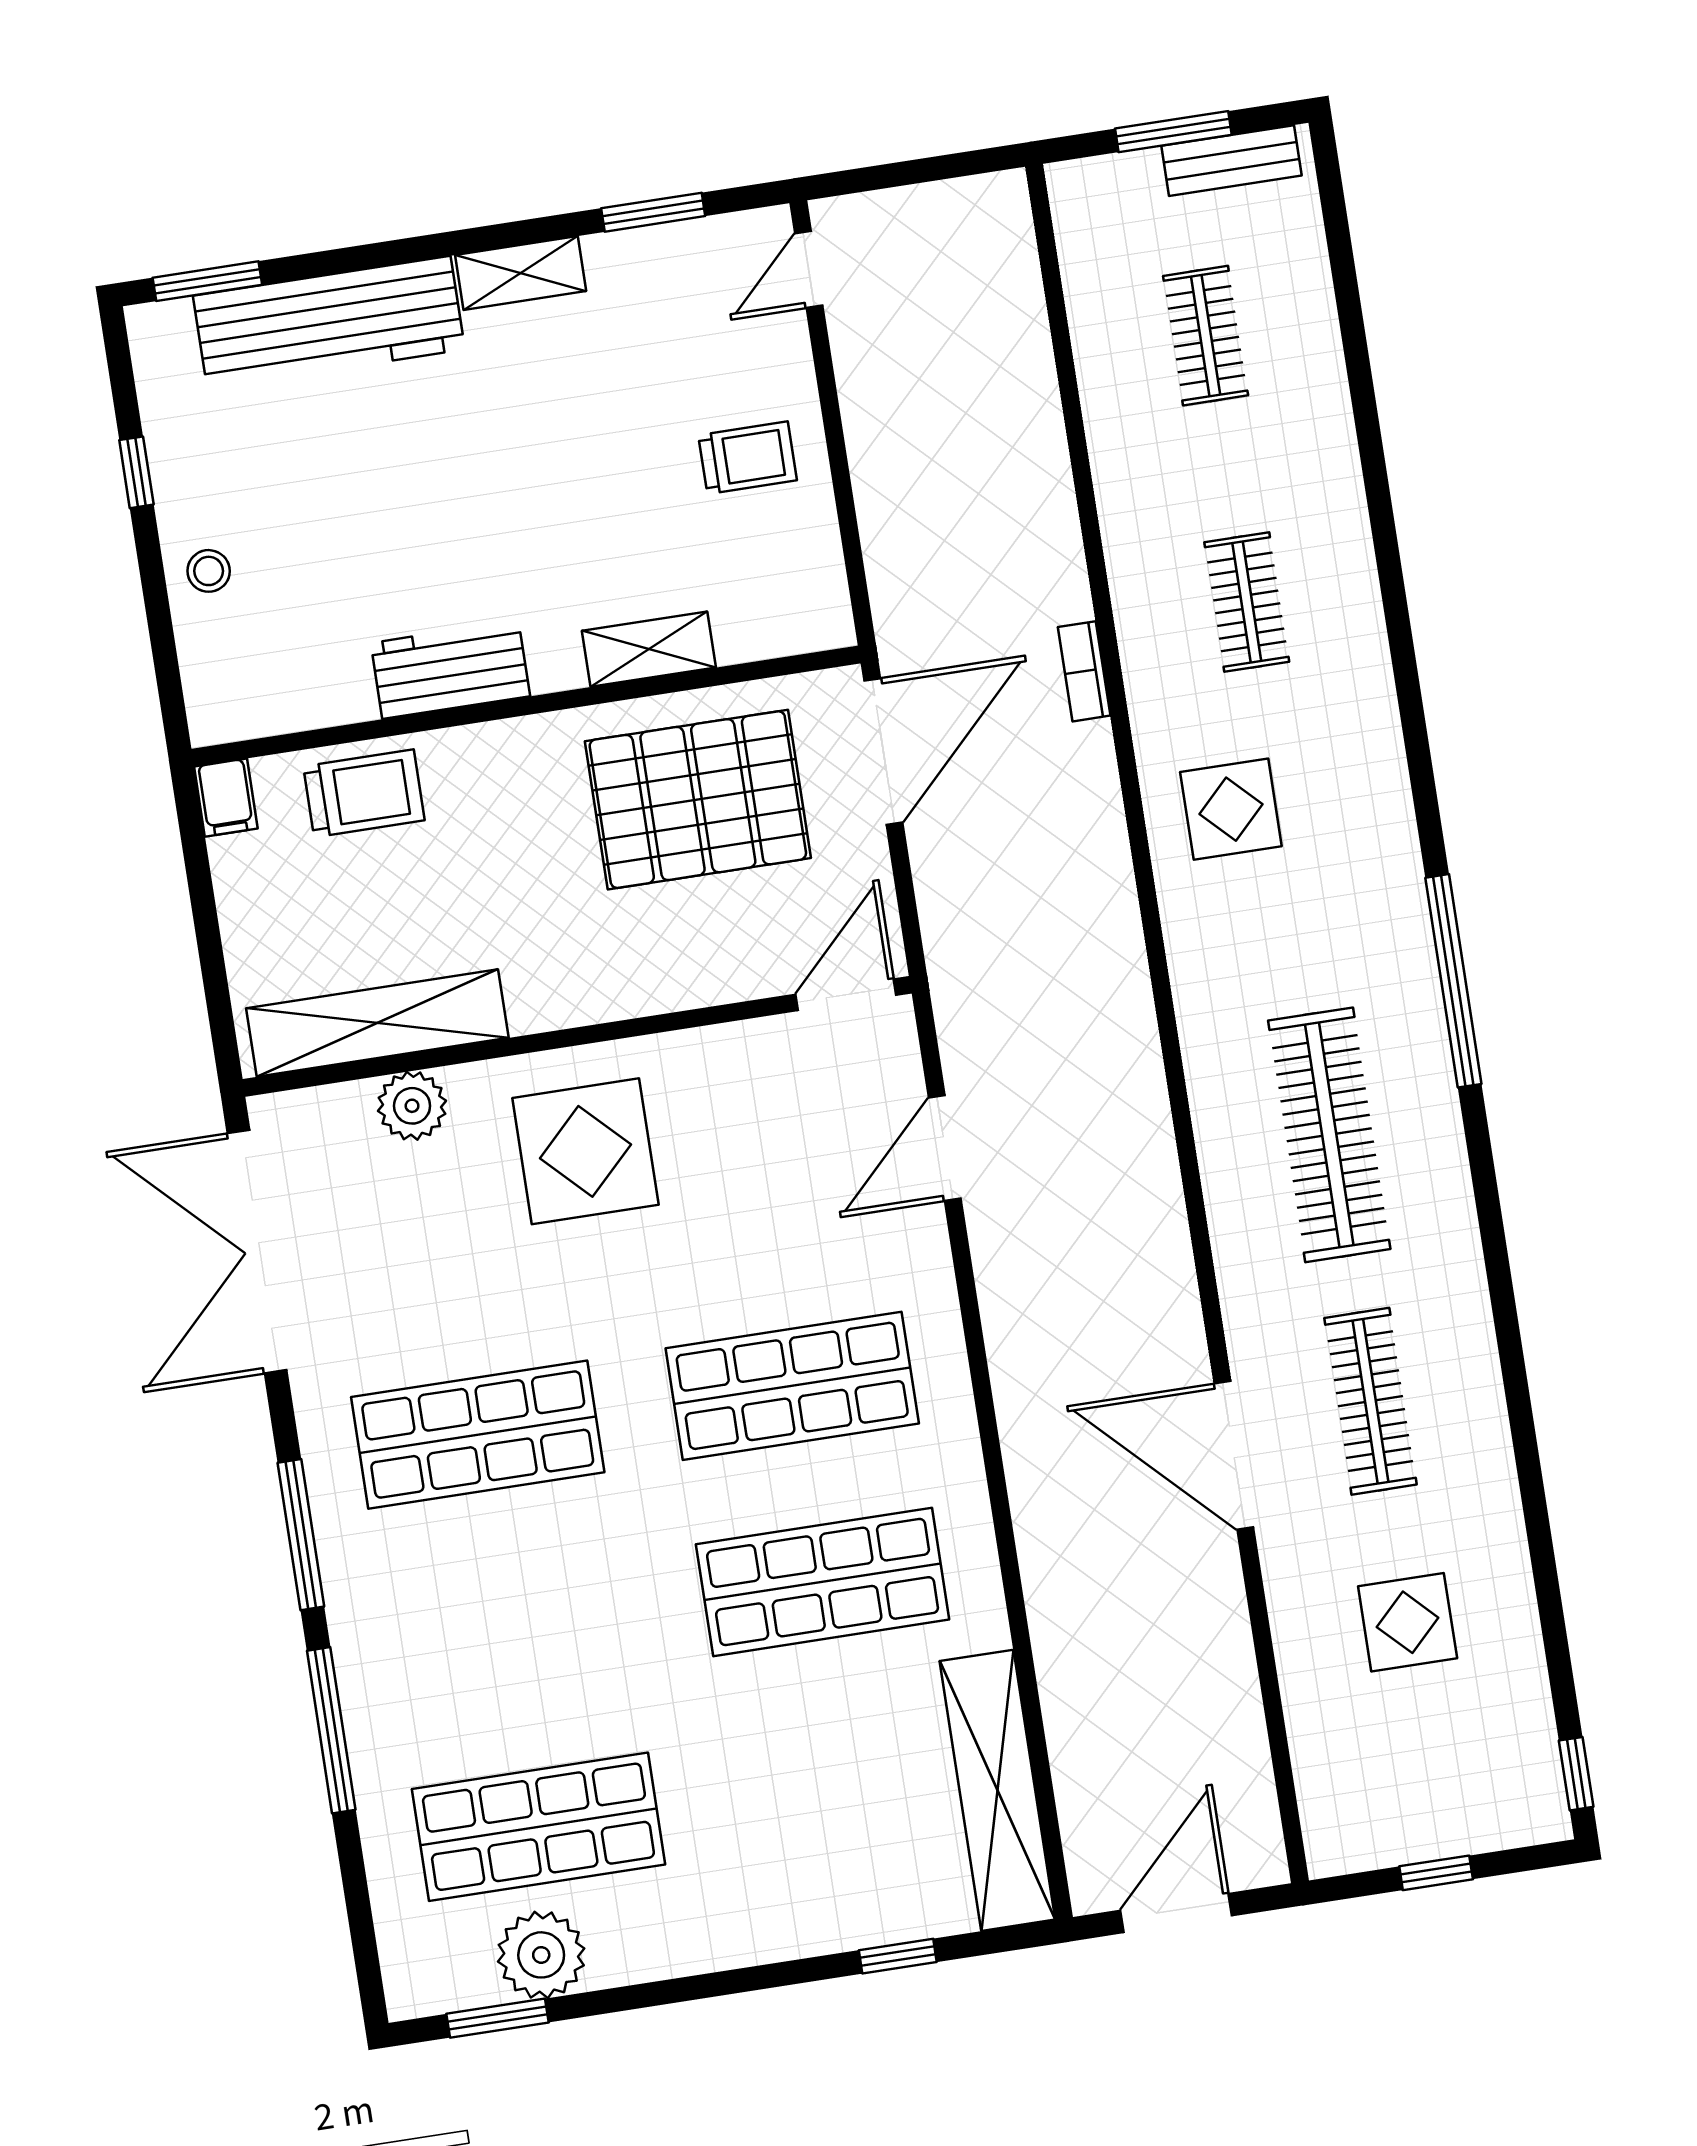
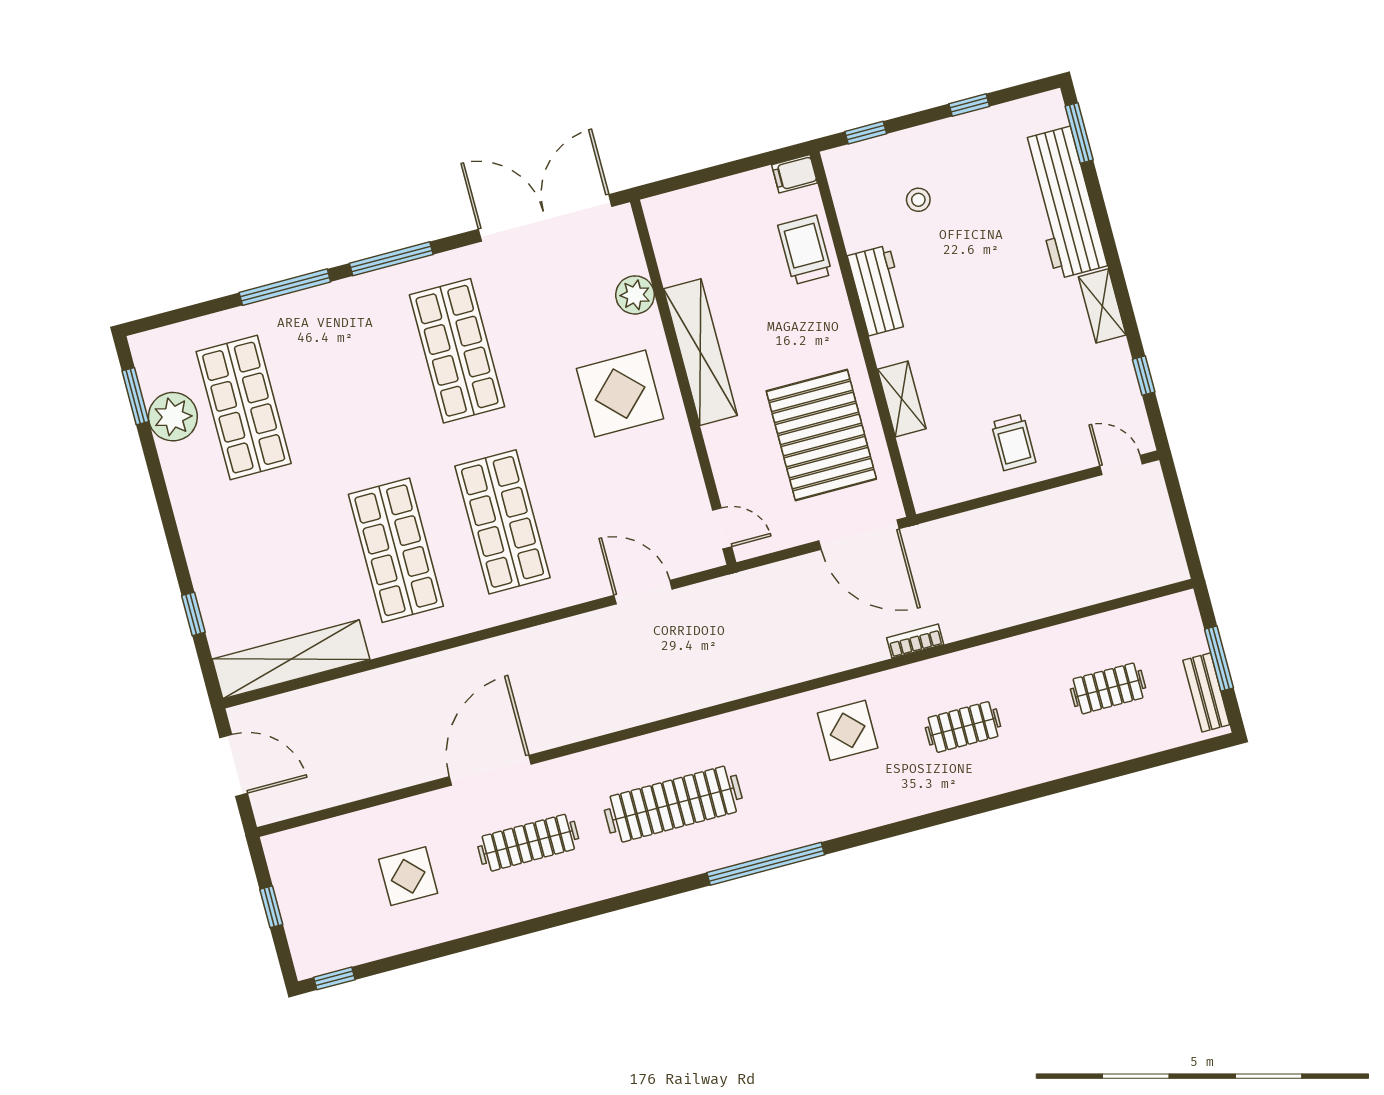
window: (653, 212) -> (1144, 376), width x0.67
stool: (209, 571) -> (918, 200), moved
window: (166, 662) -> (866, 133), added
trolley: (364, 793) -> (805, 250), turned 180
door: (846, 995) -> (722, 528), width x0.73
shelving: (377, 1023) -> (700, 352), moved

